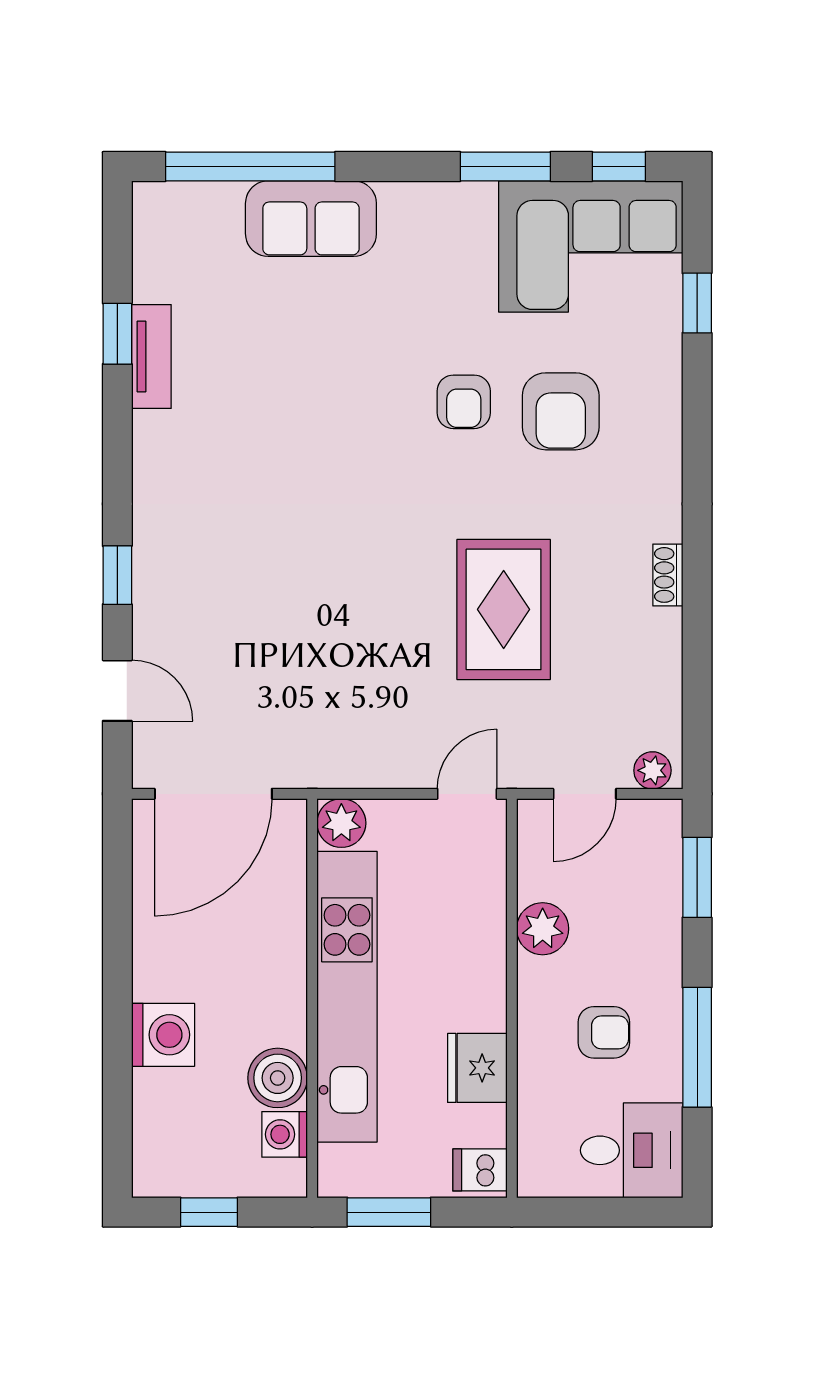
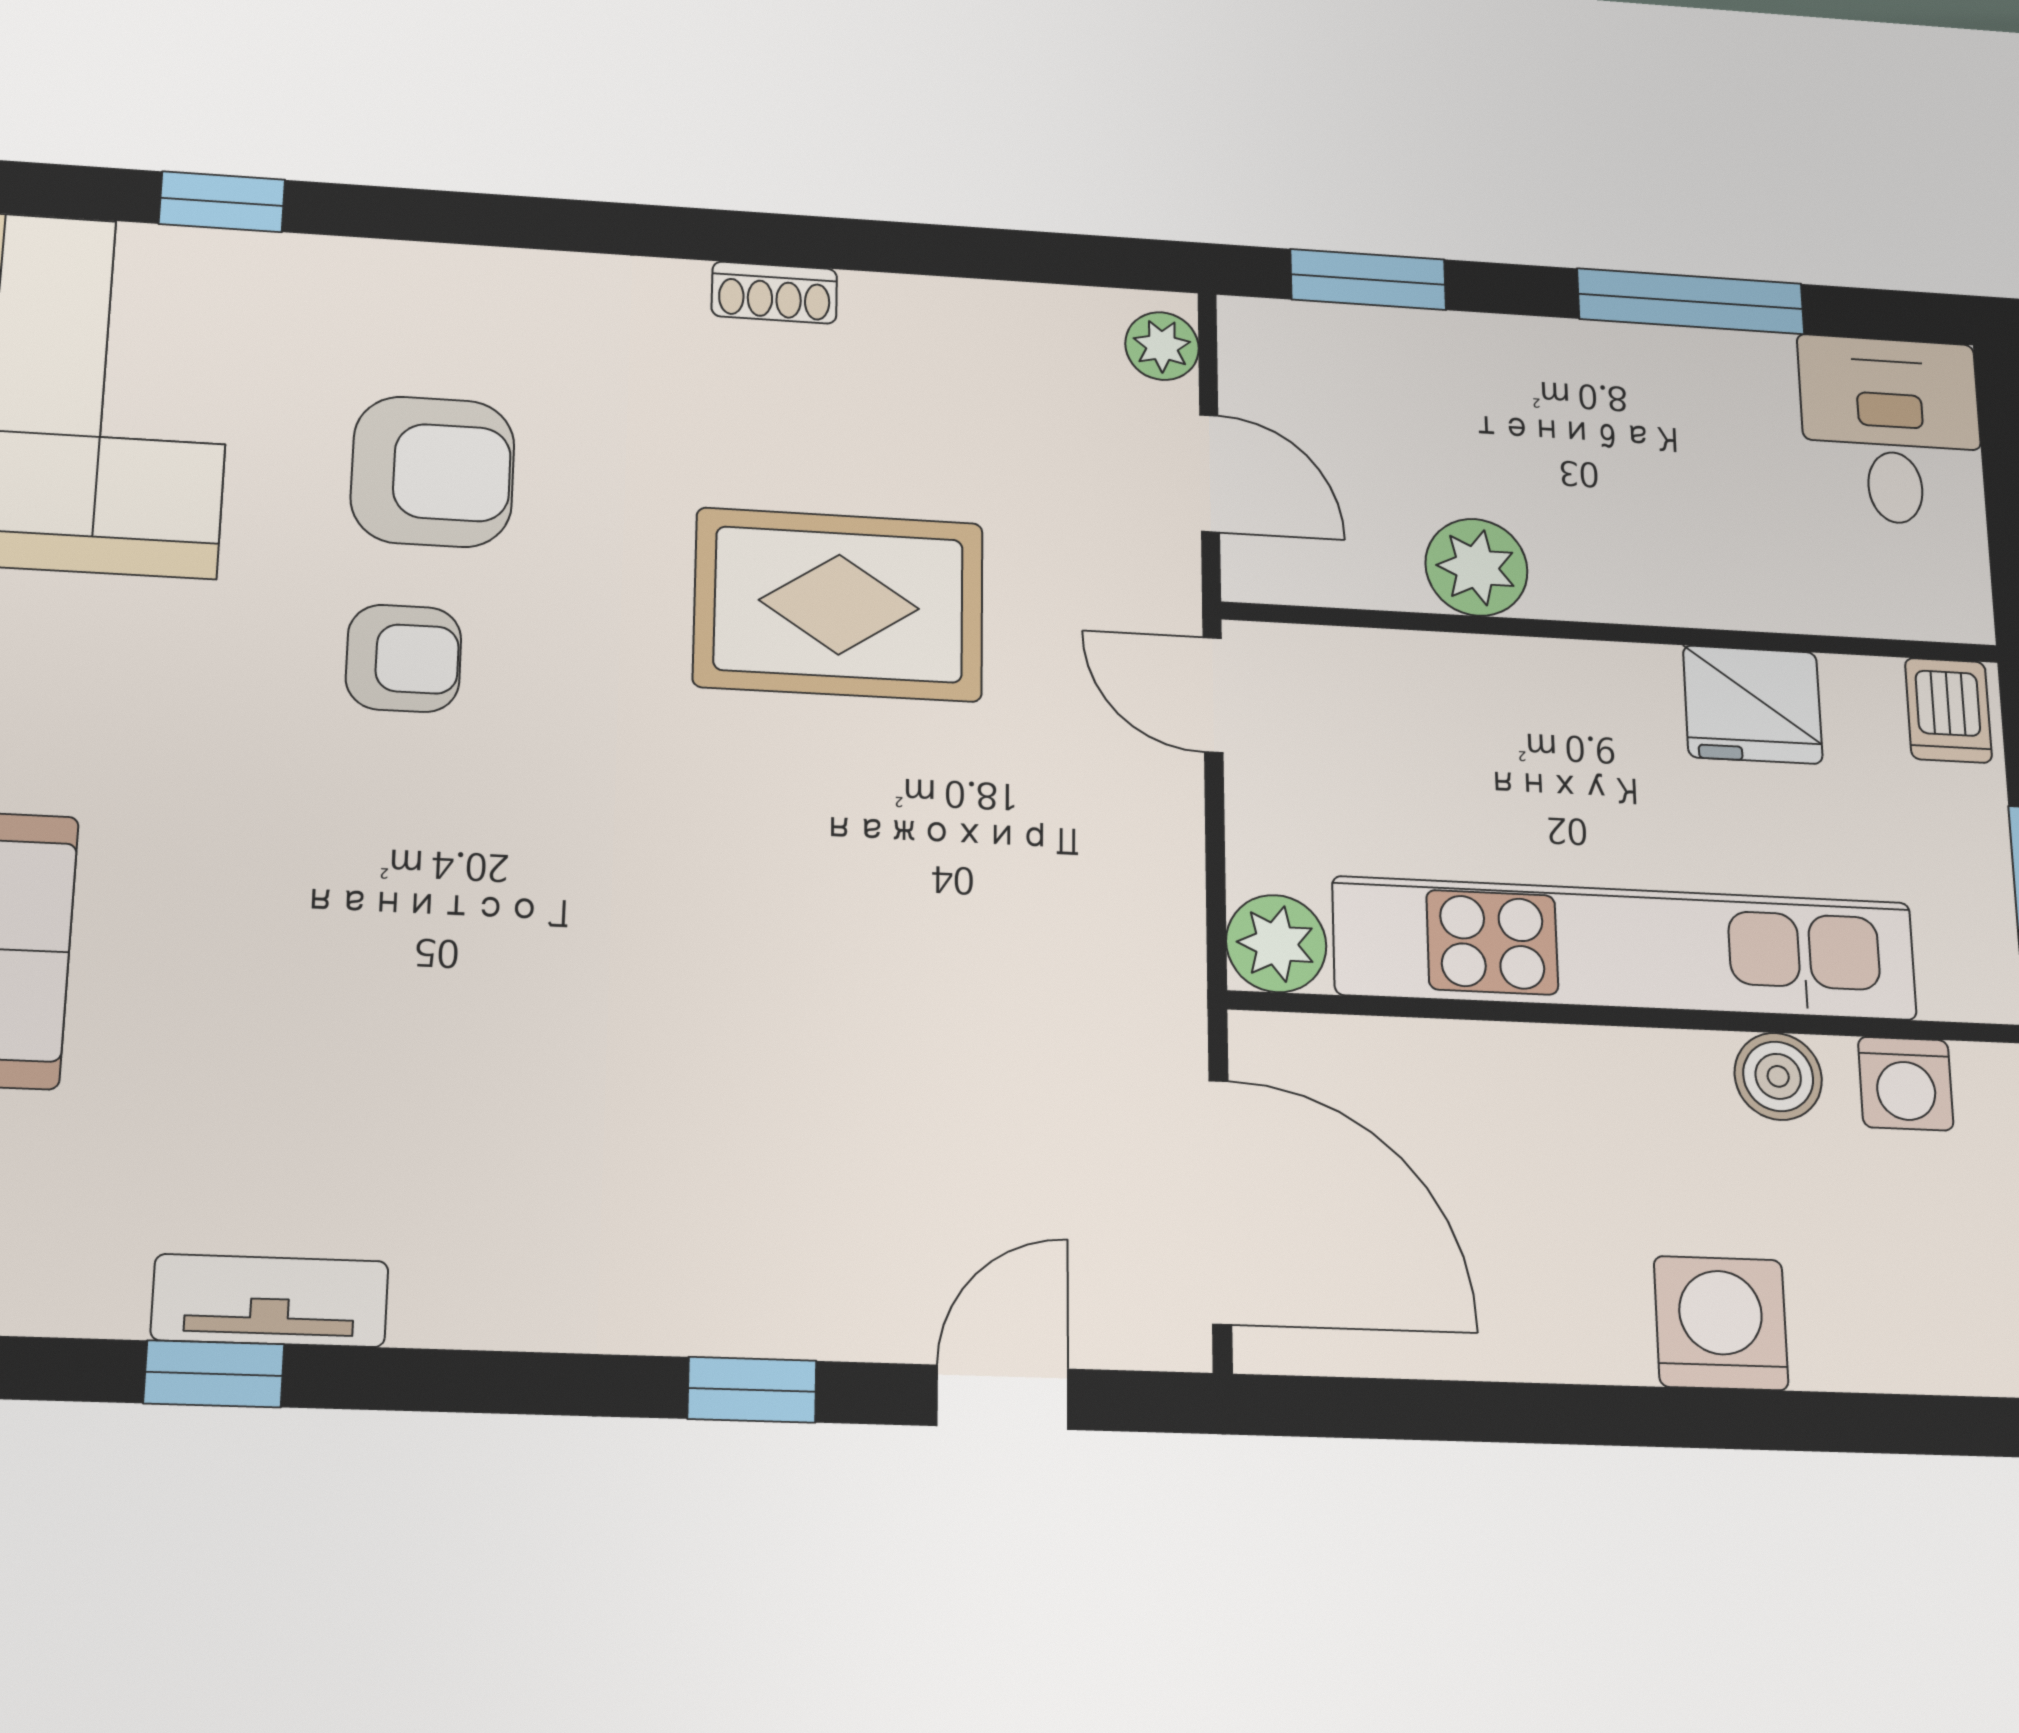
armchair: (604, 1032) -> (1672, 467), removed
boiler: (278, 1078) -> (1778, 1076), width x0.73, depth x0.73

